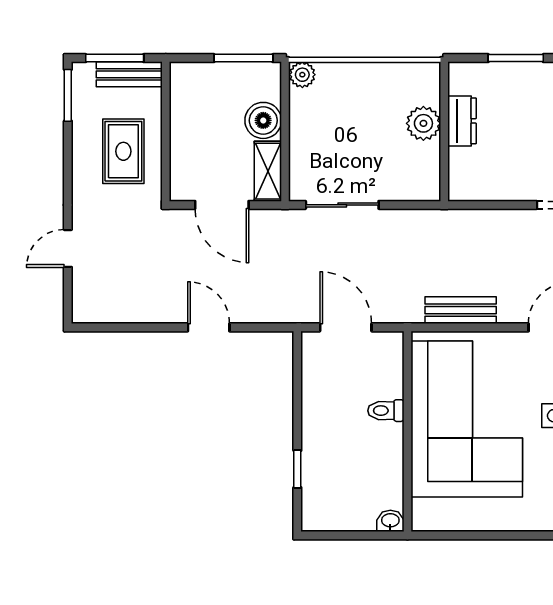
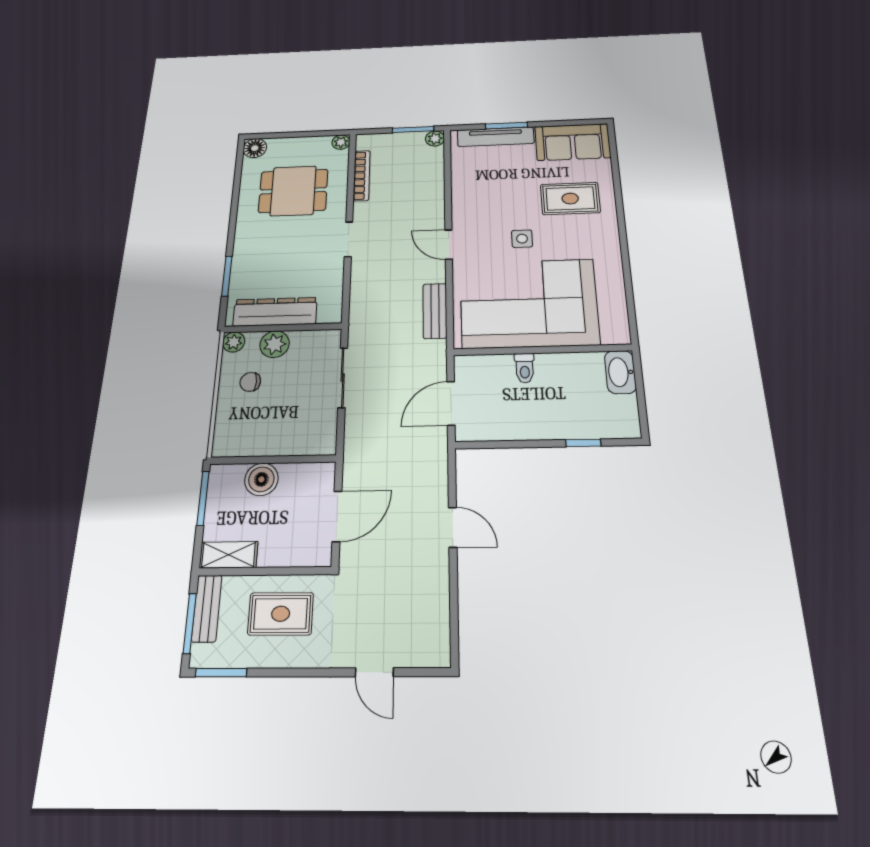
plant: (302, 75) -> (234, 342), moved
chair: (377, 99) -> (250, 382), added
dresser: (462, 121) -> (275, 312), width x1.96, depth x1.24
shelving: (268, 171) -> (228, 555), moved
sliding door: (342, 205) -> (343, 377), moved
door: (209, 327) -> (453, 527), swing flipped
washbasin: (390, 521) -> (620, 372), width x1.91, depth x1.45

